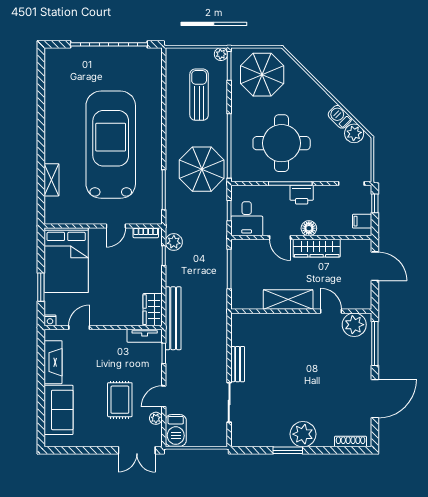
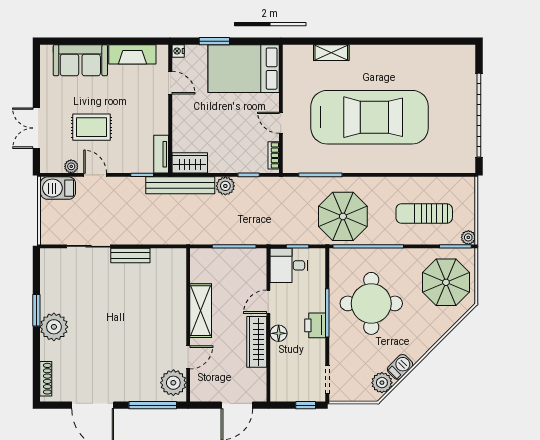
sun lounger: (199, 95) -> (424, 214), turned 180
filing cabinet: (362, 221) -> (286, 391), removed
plant: (174, 242) -> (225, 186), moved
double door: (137, 450) -> (36, 128), moved

